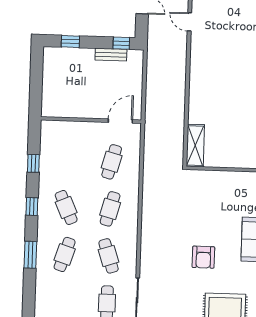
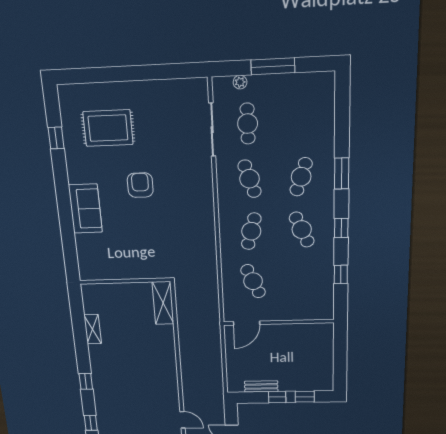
window: (121, 43) -> (277, 397), moved
cafe table: (112, 162) -> (253, 281), turned -39

